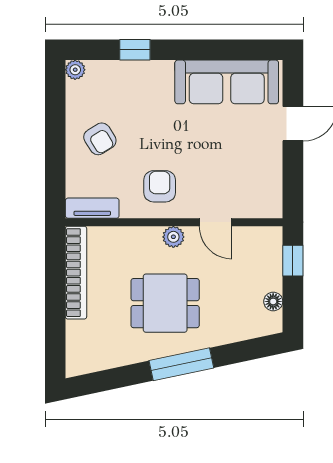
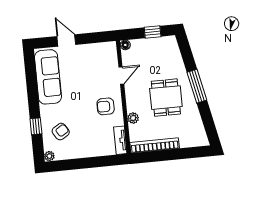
armchair: (100, 139) -> (61, 132), moved
plant: (173, 237) -> (133, 118), moved
window: (293, 261) -> (153, 32), moved
floor lamp: (273, 301) -> (125, 45), moved

